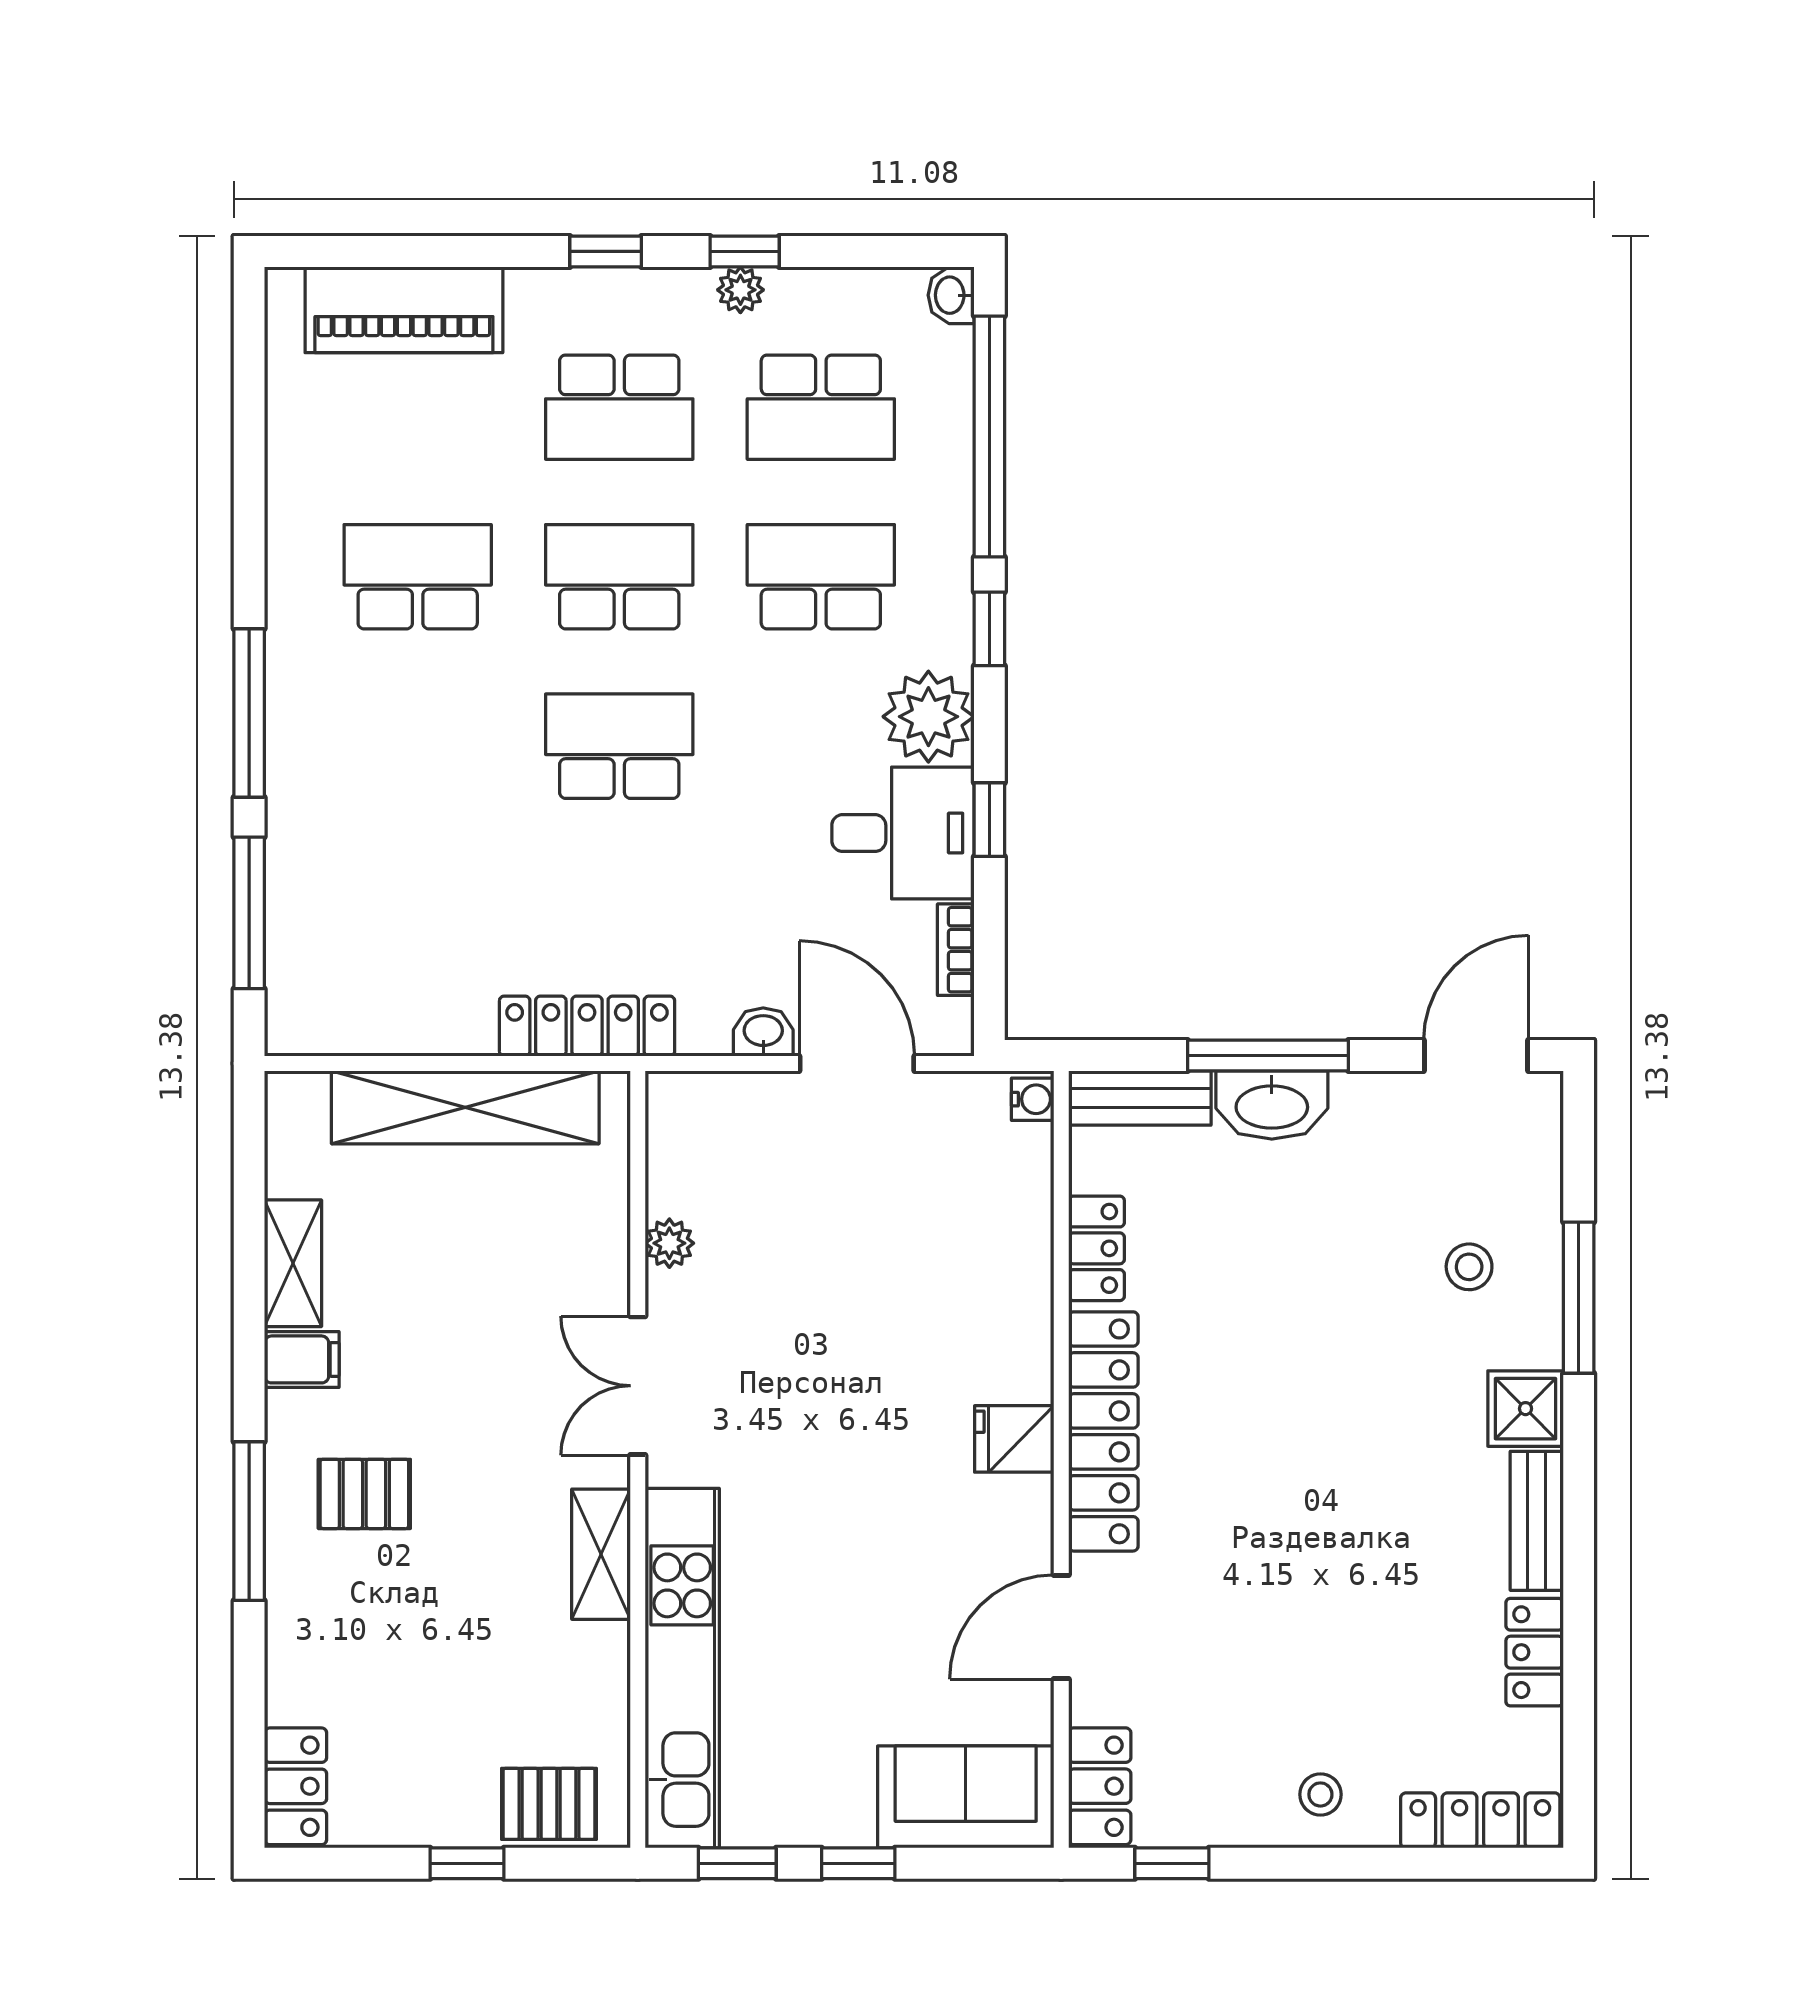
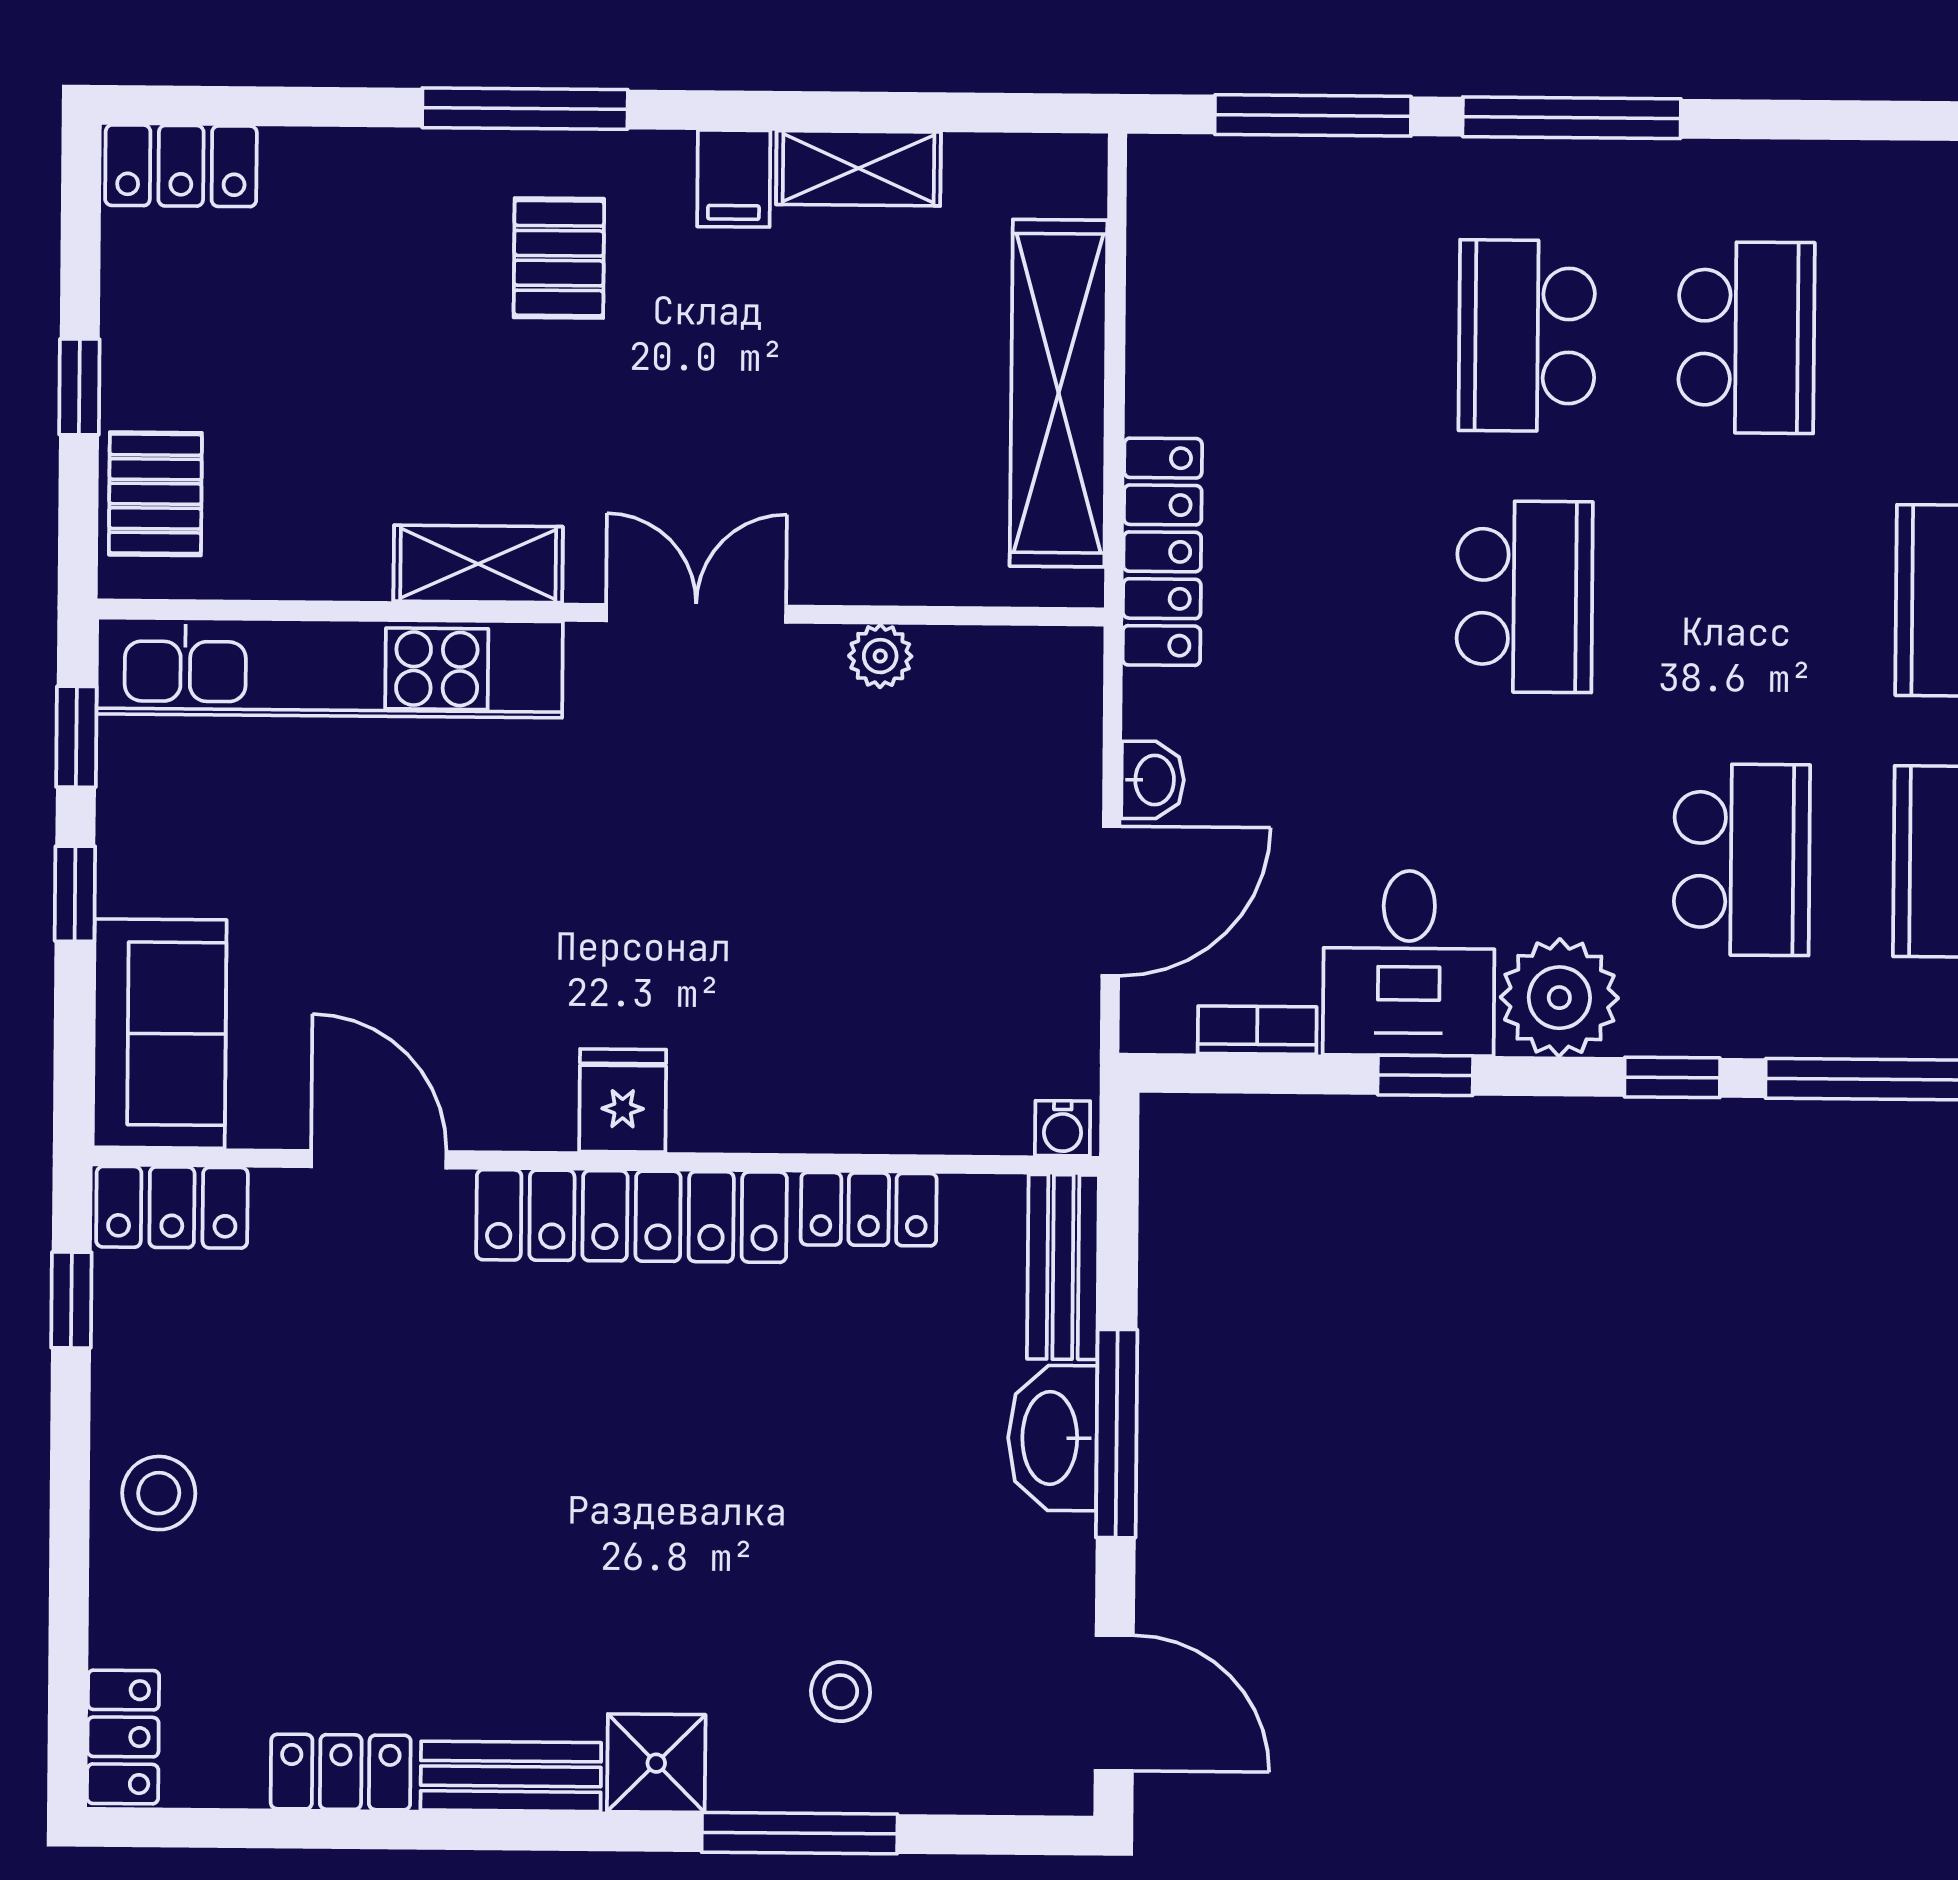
school desk: (619, 577) -> (1527, 336), moved, turned 180
stool: (1320, 1794) -> (159, 1493), width x1.37, depth x1.37
locker: (1480, 1820) -> (123, 1737), width x0.66

